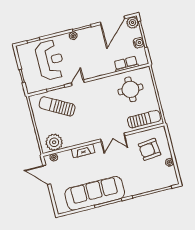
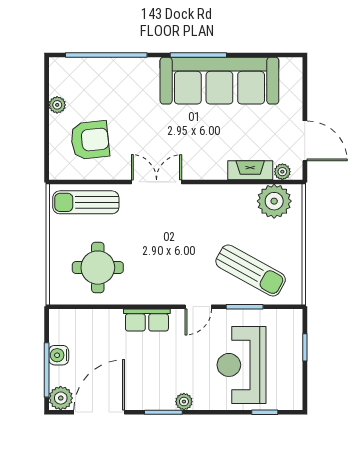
row of seats: (126, 64) -> (147, 320), moved
fireplace: (83, 151) -> (250, 170), moved

